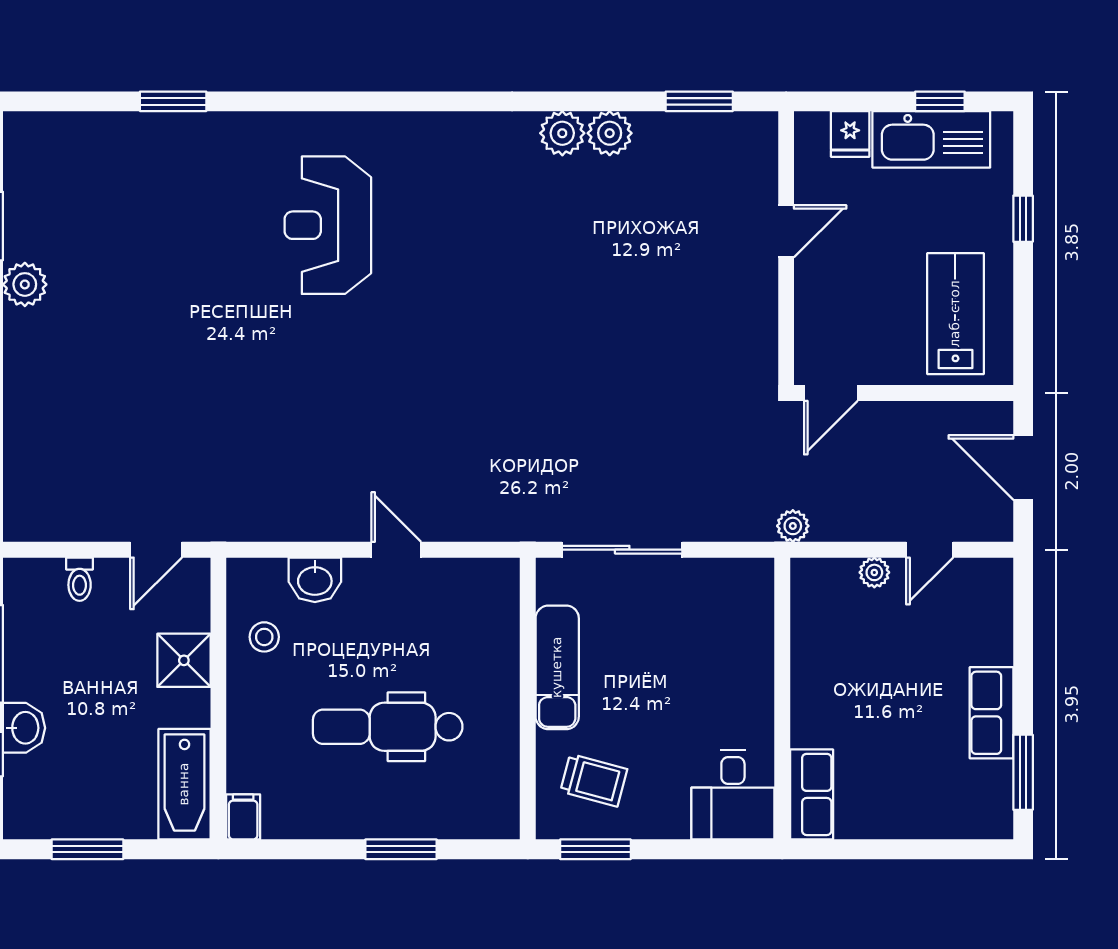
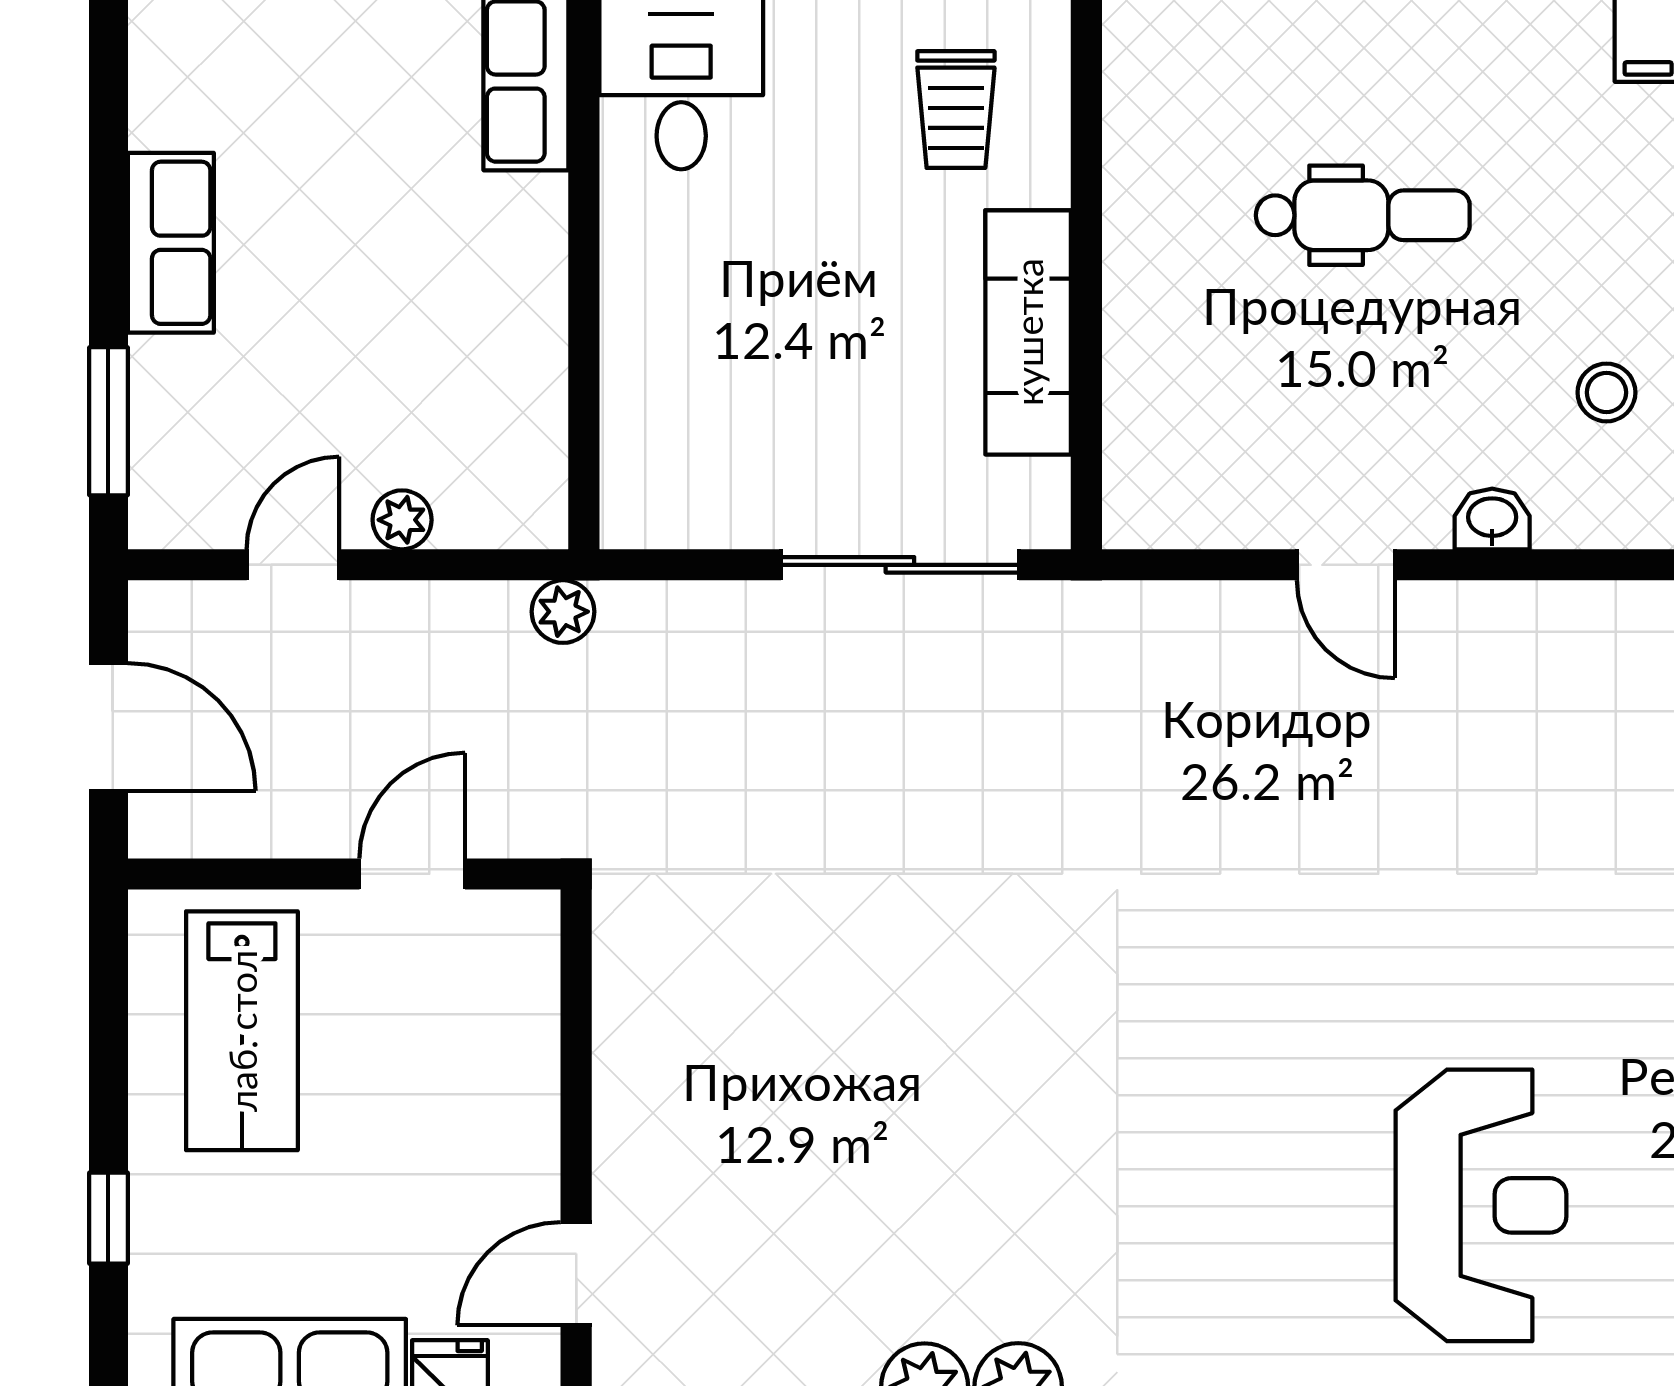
door: (786, 231) -> (576, 1274), moved
door: (831, 393) -> (412, 874), moved
washbasin: (315, 580) -> (1492, 519), width x0.72, depth x0.69
dental chair: (388, 727) -> (1363, 215), width x0.73, depth x0.72
window: (1023, 772) -> (108, 421), moved
trolley: (594, 780) -> (956, 110), turned -105

